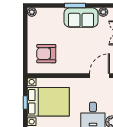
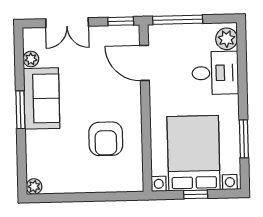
armchair: (46, 54) -> (106, 139), moved

